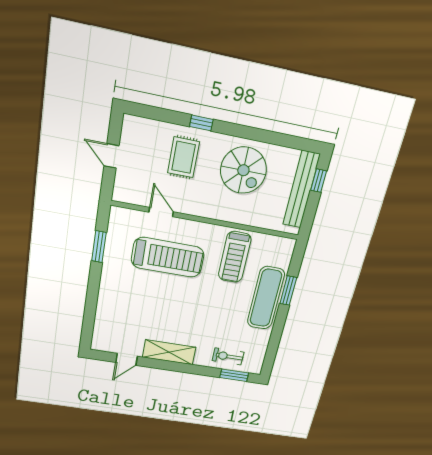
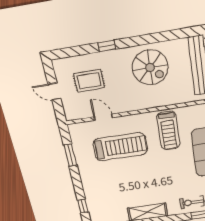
rug: (184, 157) -> (89, 81), moved, turned 90
window: (89, 319) -> (83, 206), added

